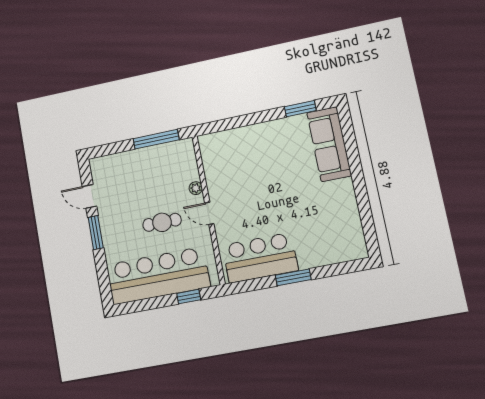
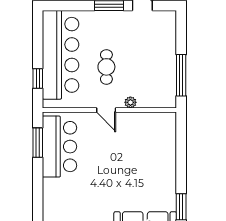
door: (209, 213) -> (106, 110), swing flipped
window: (293, 277) -> (38, 143), moved

